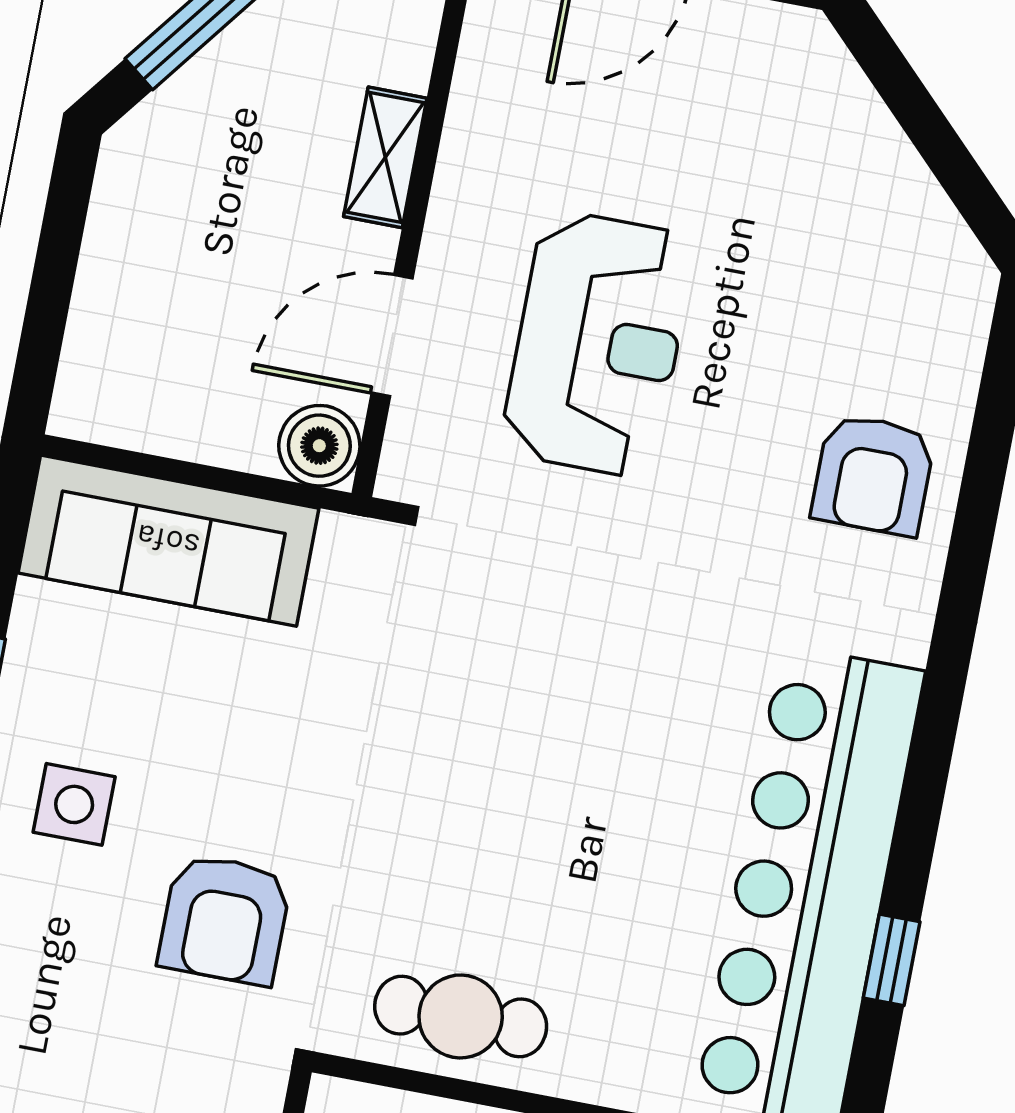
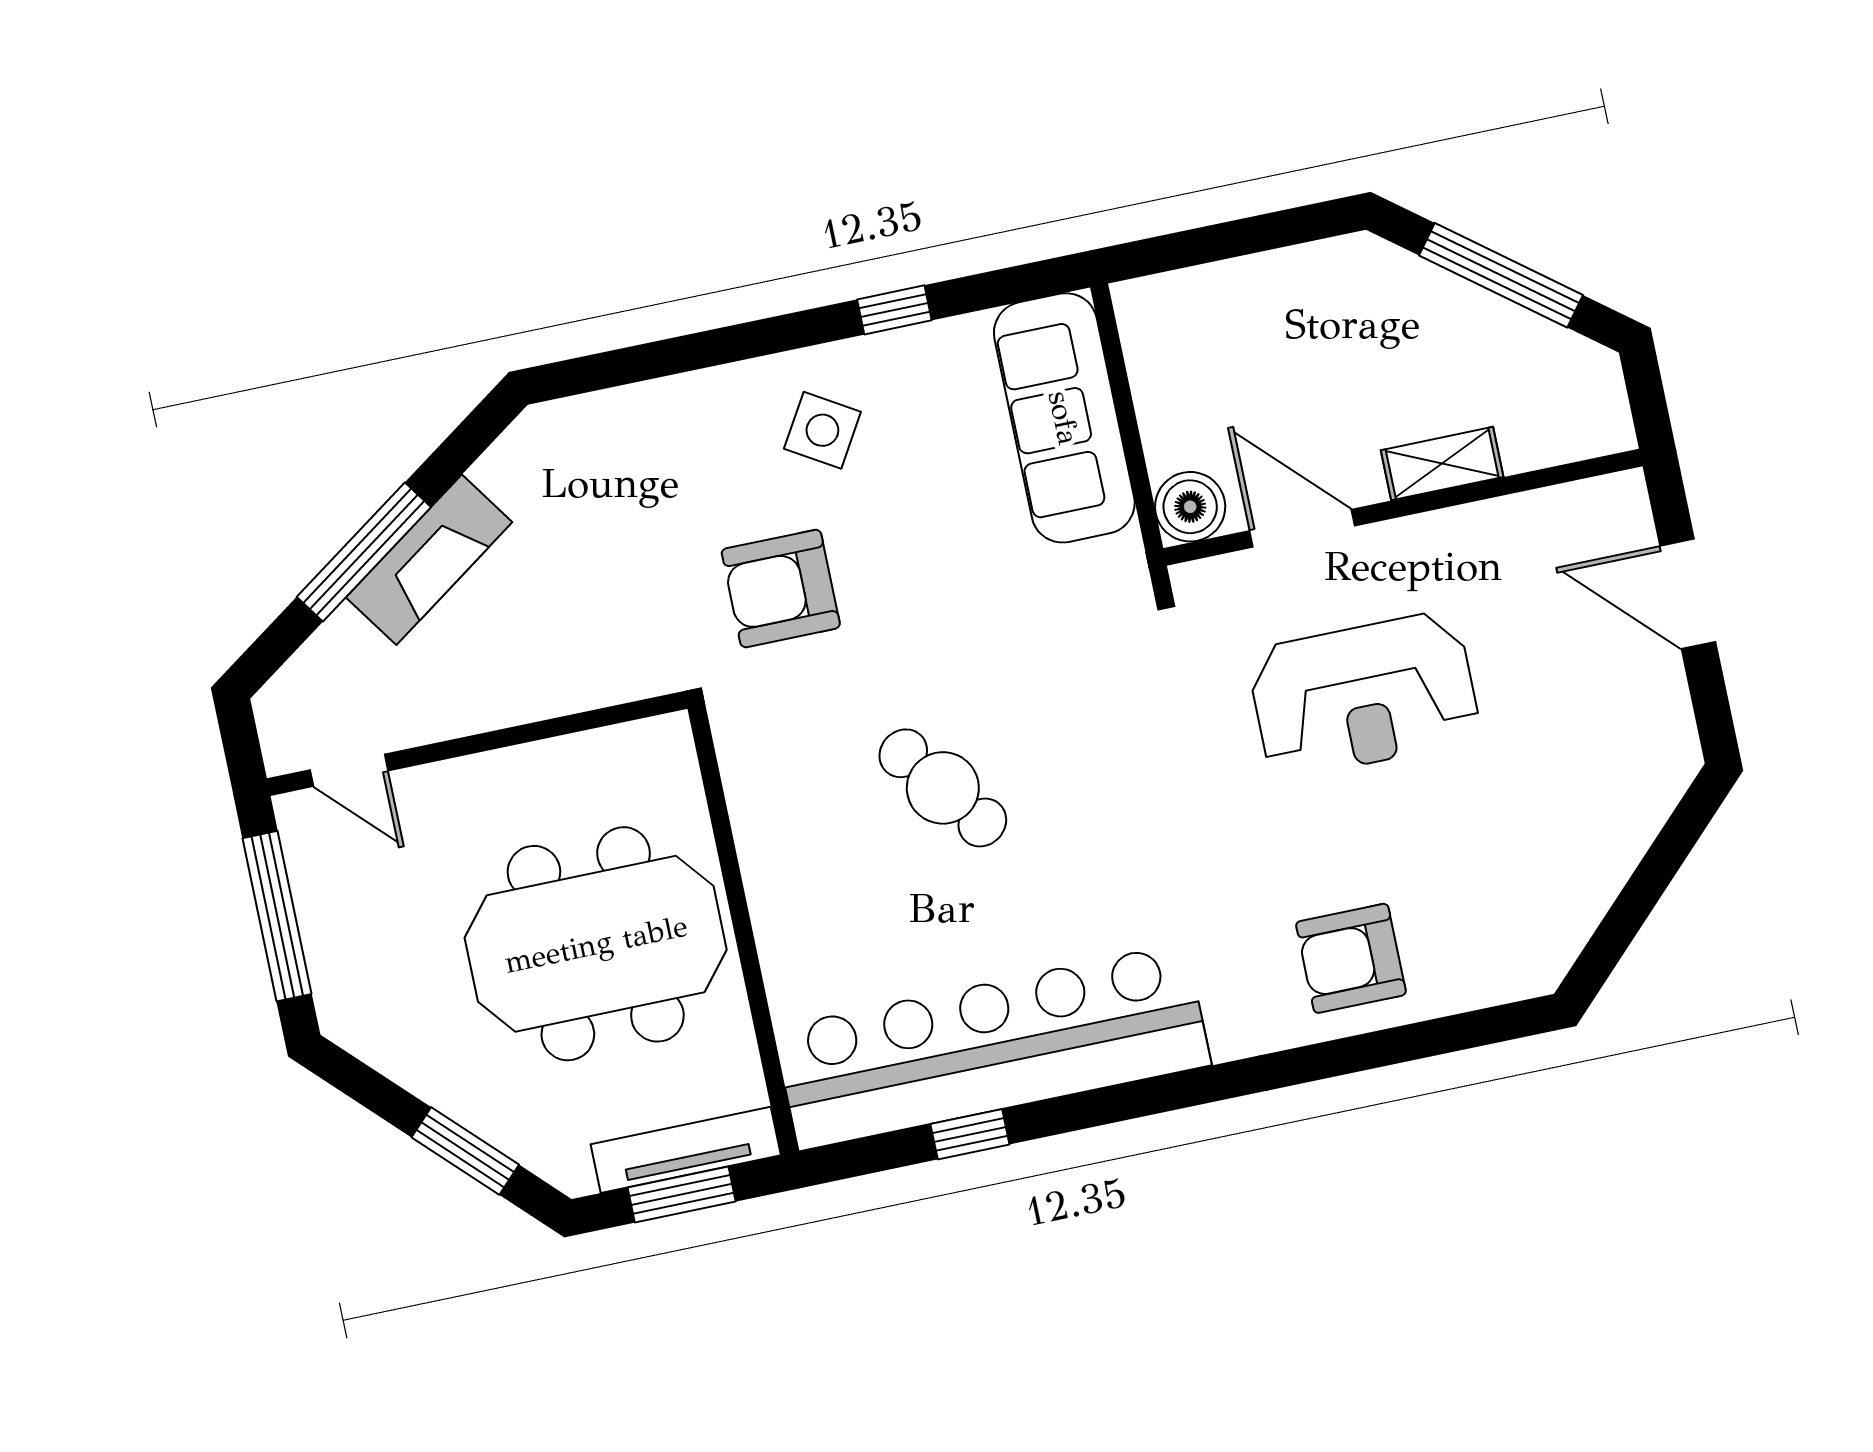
side table: (74, 804) -> (822, 430), turned 31
cafe table: (461, 1016) -> (943, 788), moved, turned -37

